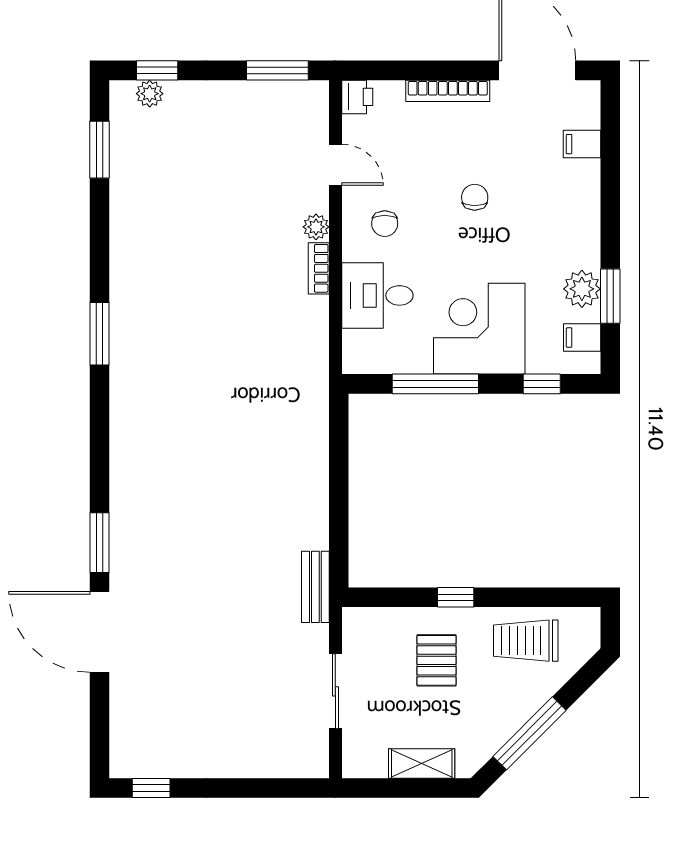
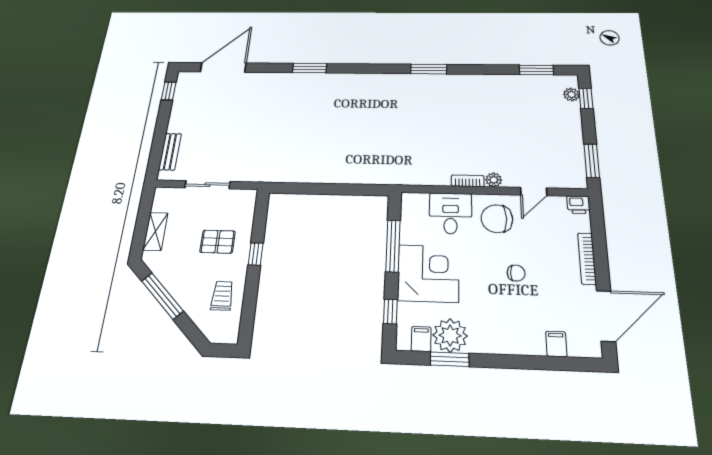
chair: (385, 224) -> (497, 219), width x1.87, depth x1.87
plant: (582, 289) -> (450, 335), width x1.36, depth x1.36
bench: (315, 587) -> (170, 152), moved, turned 90
door: (100, 632) -> (223, 67), moved
trolley: (526, 641) -> (222, 296), width x0.73, depth x0.72

